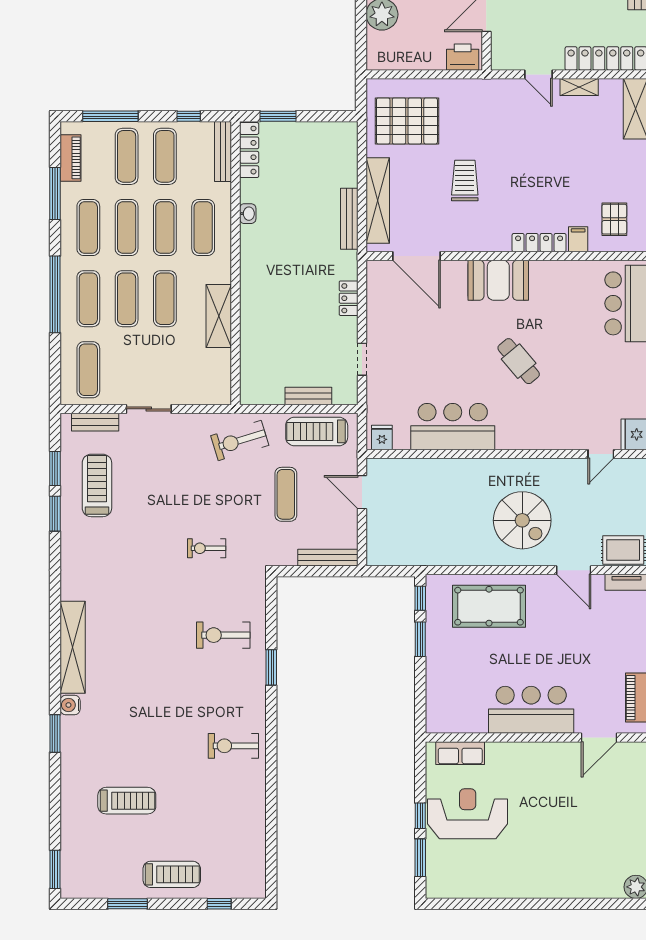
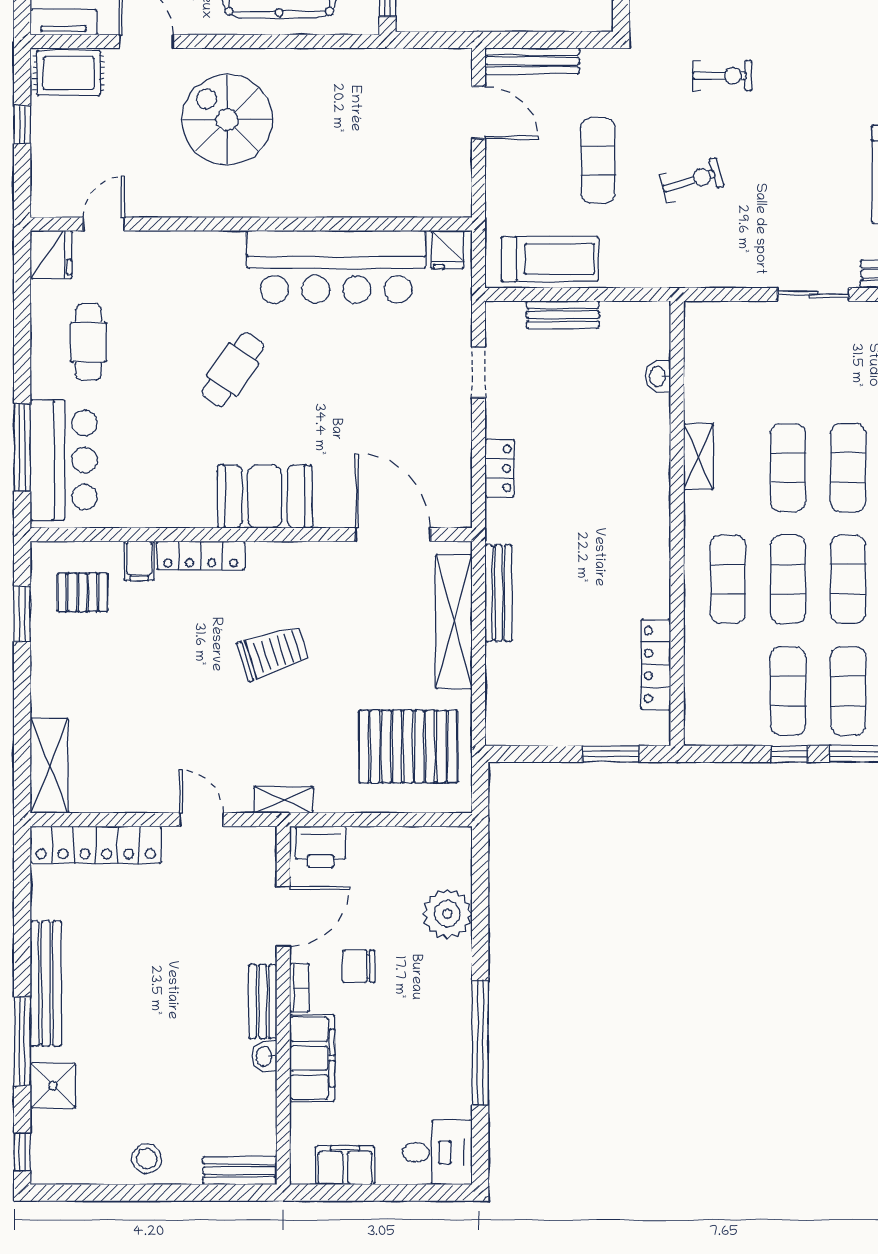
shelving: (579, 87) -> (283, 800), moved
window: (189, 116) -> (789, 754), moved
locker: (249, 150) -> (656, 665), moved
bench: (223, 151) -> (697, 699), removed
trolley: (465, 181) -> (273, 653), moved, turned -108
washbasin: (248, 214) -> (658, 376), moved
pallet: (614, 219) -> (83, 592), turned 90
shelving: (219, 316) -> (698, 457), width x0.67, depth x0.75
cafe table: (519, 361) -> (233, 369), turned 75
cafe table: (611, 379) -> (89, 342), added
bar counter: (453, 427) -> (336, 267), width x1.36
exercise bike: (240, 440) -> (692, 180), moved, width x0.73, depth x0.72
door: (362, 492) -> (479, 113), moved

